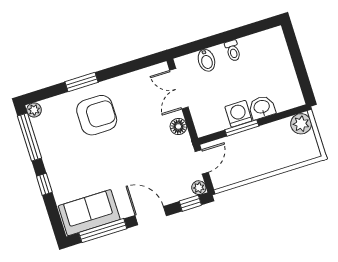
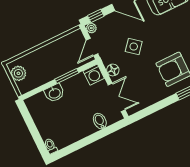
toilet: (233, 51) -> (51, 146), moved
washing machine: (238, 114) -> (94, 75), moved
plant: (301, 124) -> (18, 73), moved
side table: (145, 154) -> (134, 47), added

